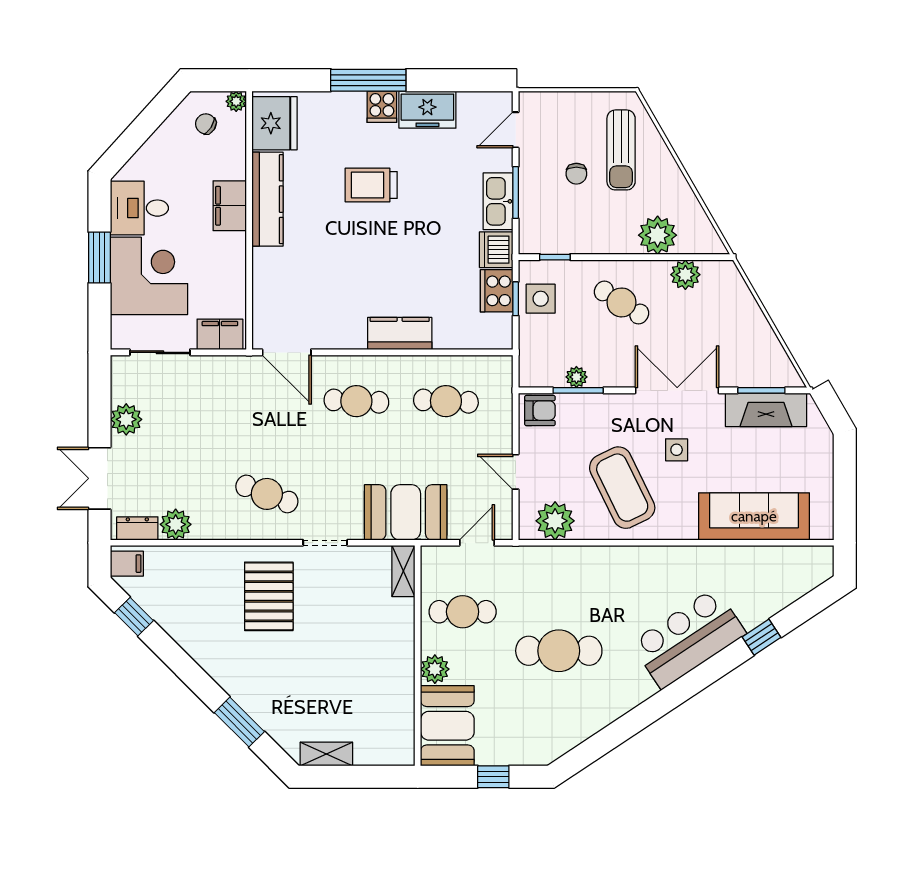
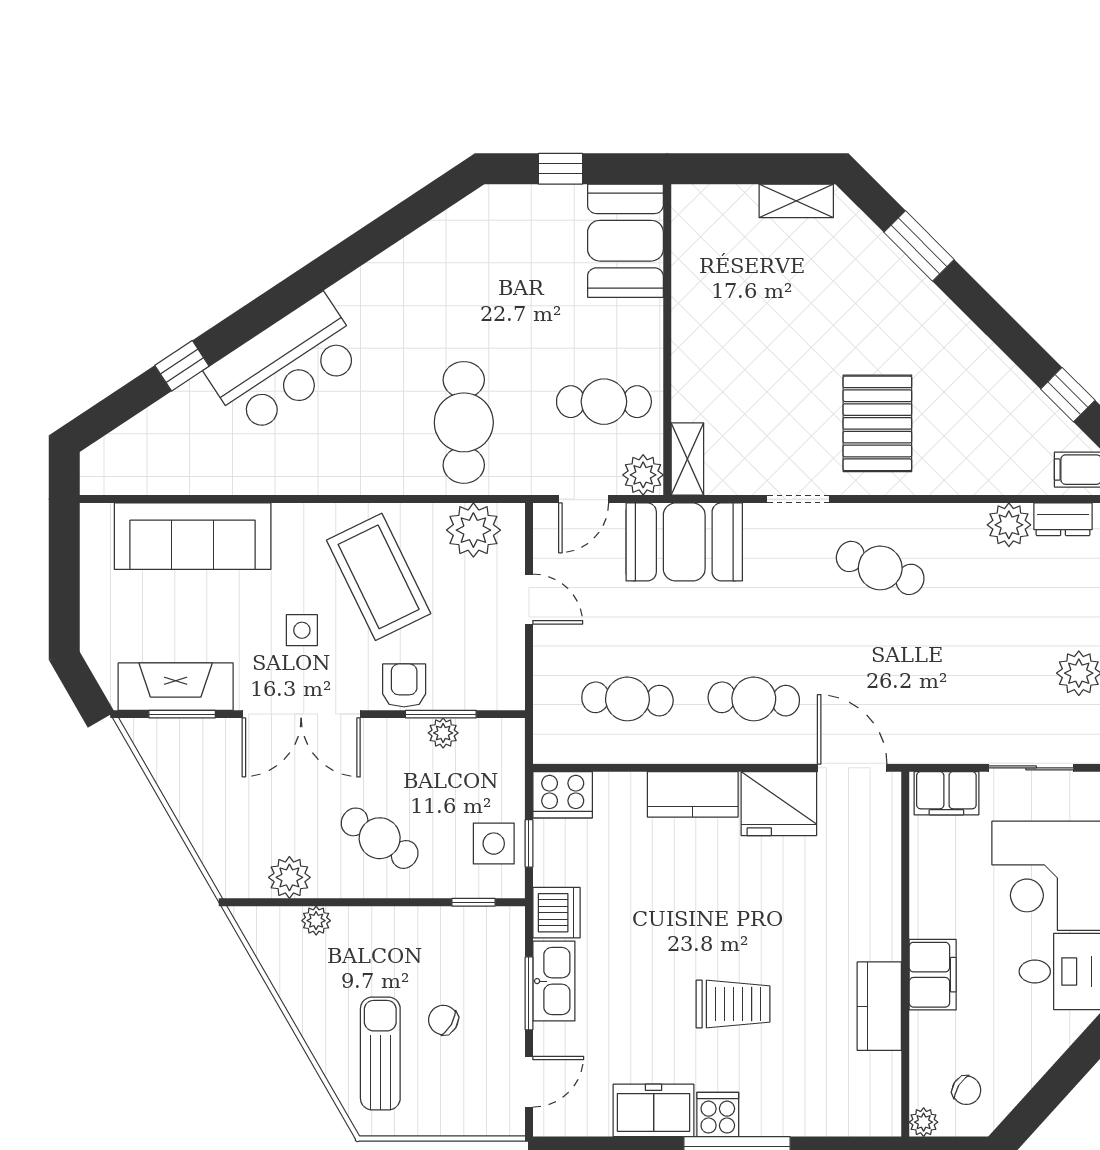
fridge: (274, 123) -> (779, 804), moved, turned -90
chair: (576, 174) -> (443, 1020), turned -60
kitchen counter: (267, 199) -> (879, 1006), width x0.67
plant: (658, 235) -> (316, 921), width x0.53, depth x0.53
cooker: (497, 291) -> (563, 795), moved, turned 90
armchair: (540, 411) -> (404, 685), moved, turned 90
cafe table: (559, 651) -> (464, 422), moved, turned 90
plant: (435, 669) -> (643, 475), moved

